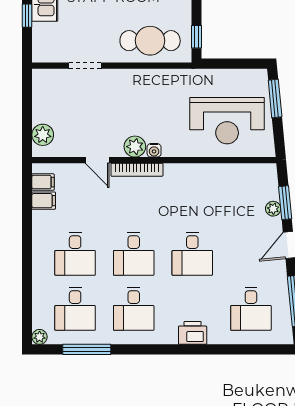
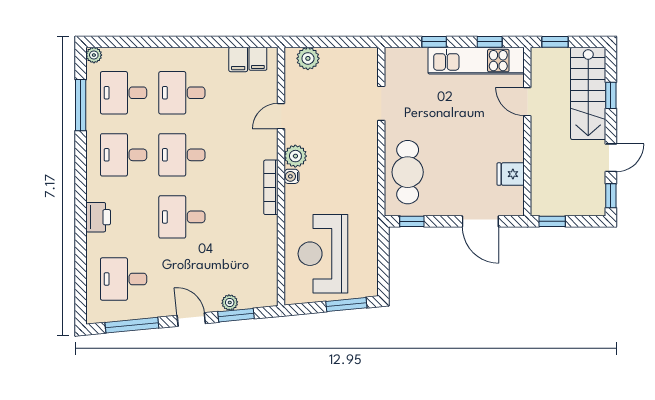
bookcase: (137, 170) -> (271, 187), moved

